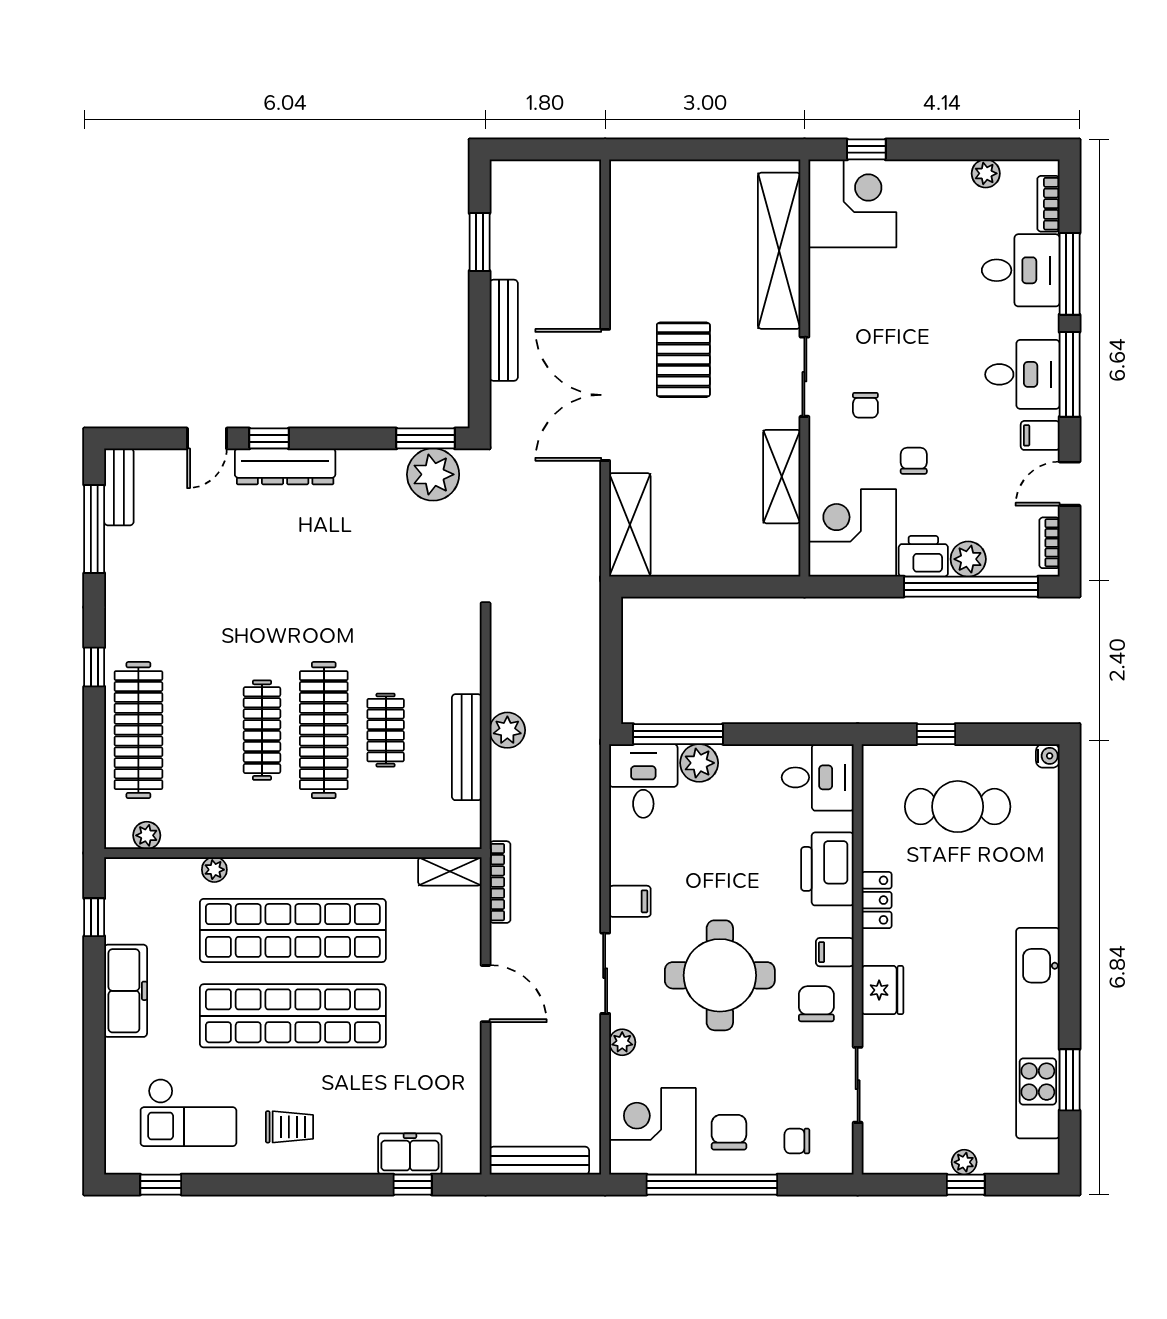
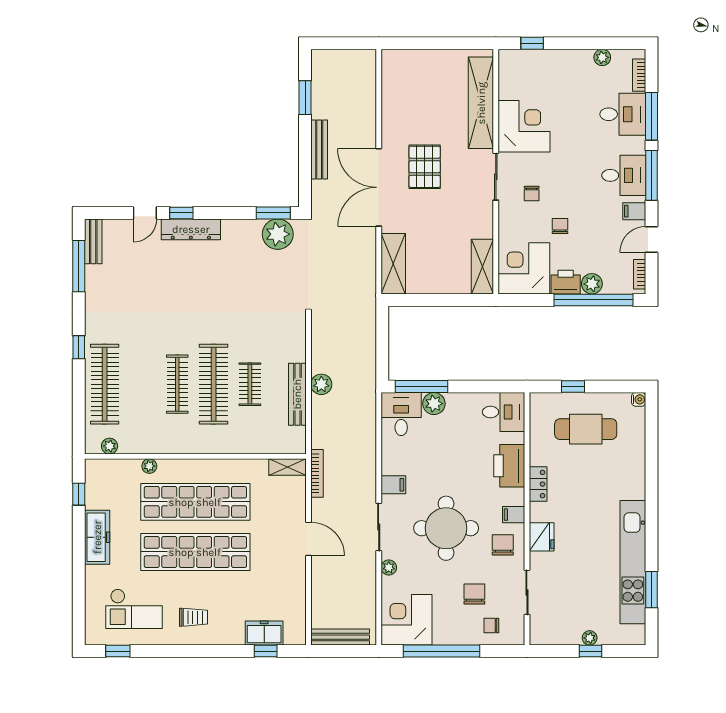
corner desk: (852, 203) -> (524, 126), moved
shelving: (782, 477) -> (482, 267), moved
chair: (729, 1132) -> (474, 594), moved

